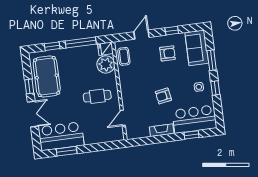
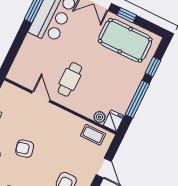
plant: (106, 64) -> (99, 117), width x0.53, depth x0.53
armchair: (163, 96) -> (25, 149), turned -93
door: (123, 118) -> (41, 97), moved

